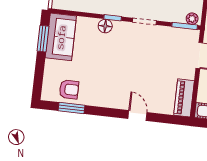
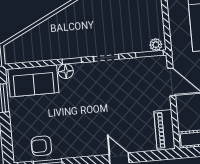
sofa: (61, 37) -> (33, 81), moved, turned 90
armchair: (69, 89) -> (41, 146), turned 180

